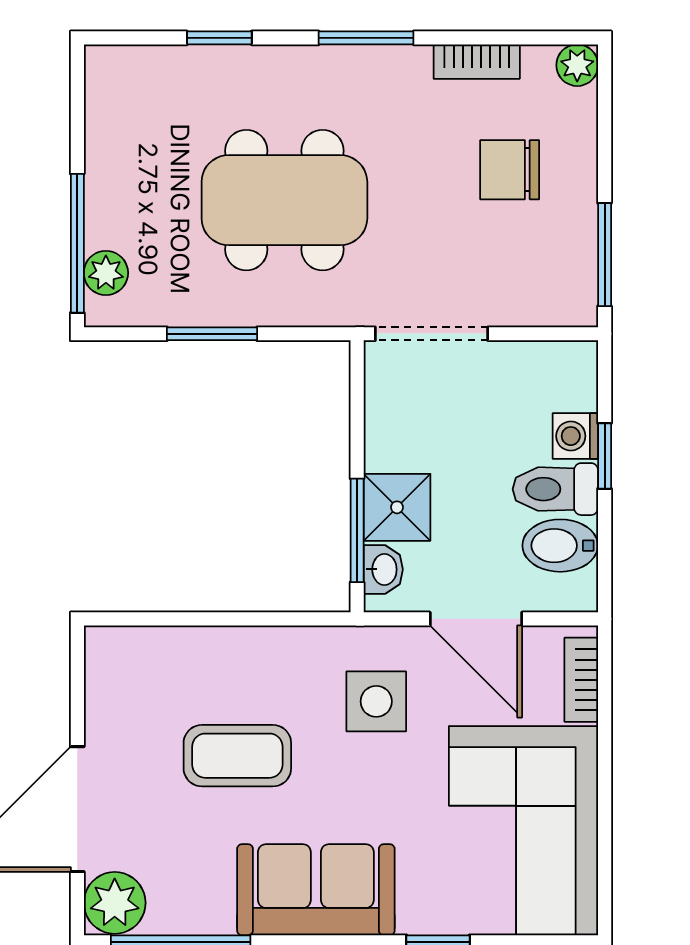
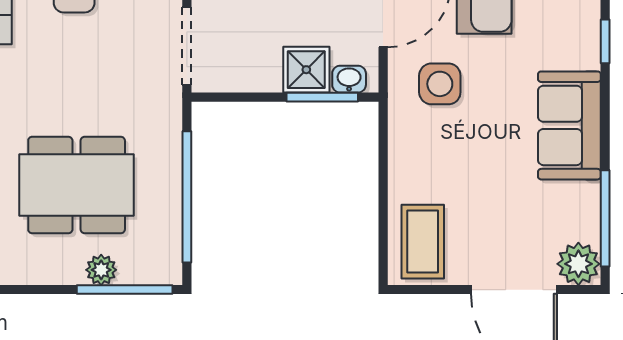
dining table: (284, 200) -> (77, 185), moved, turned 90
plant: (106, 273) -> (101, 270), moved
window: (212, 334) -> (187, 197), width x2.11
coffee table: (237, 756) -> (423, 242), moved

